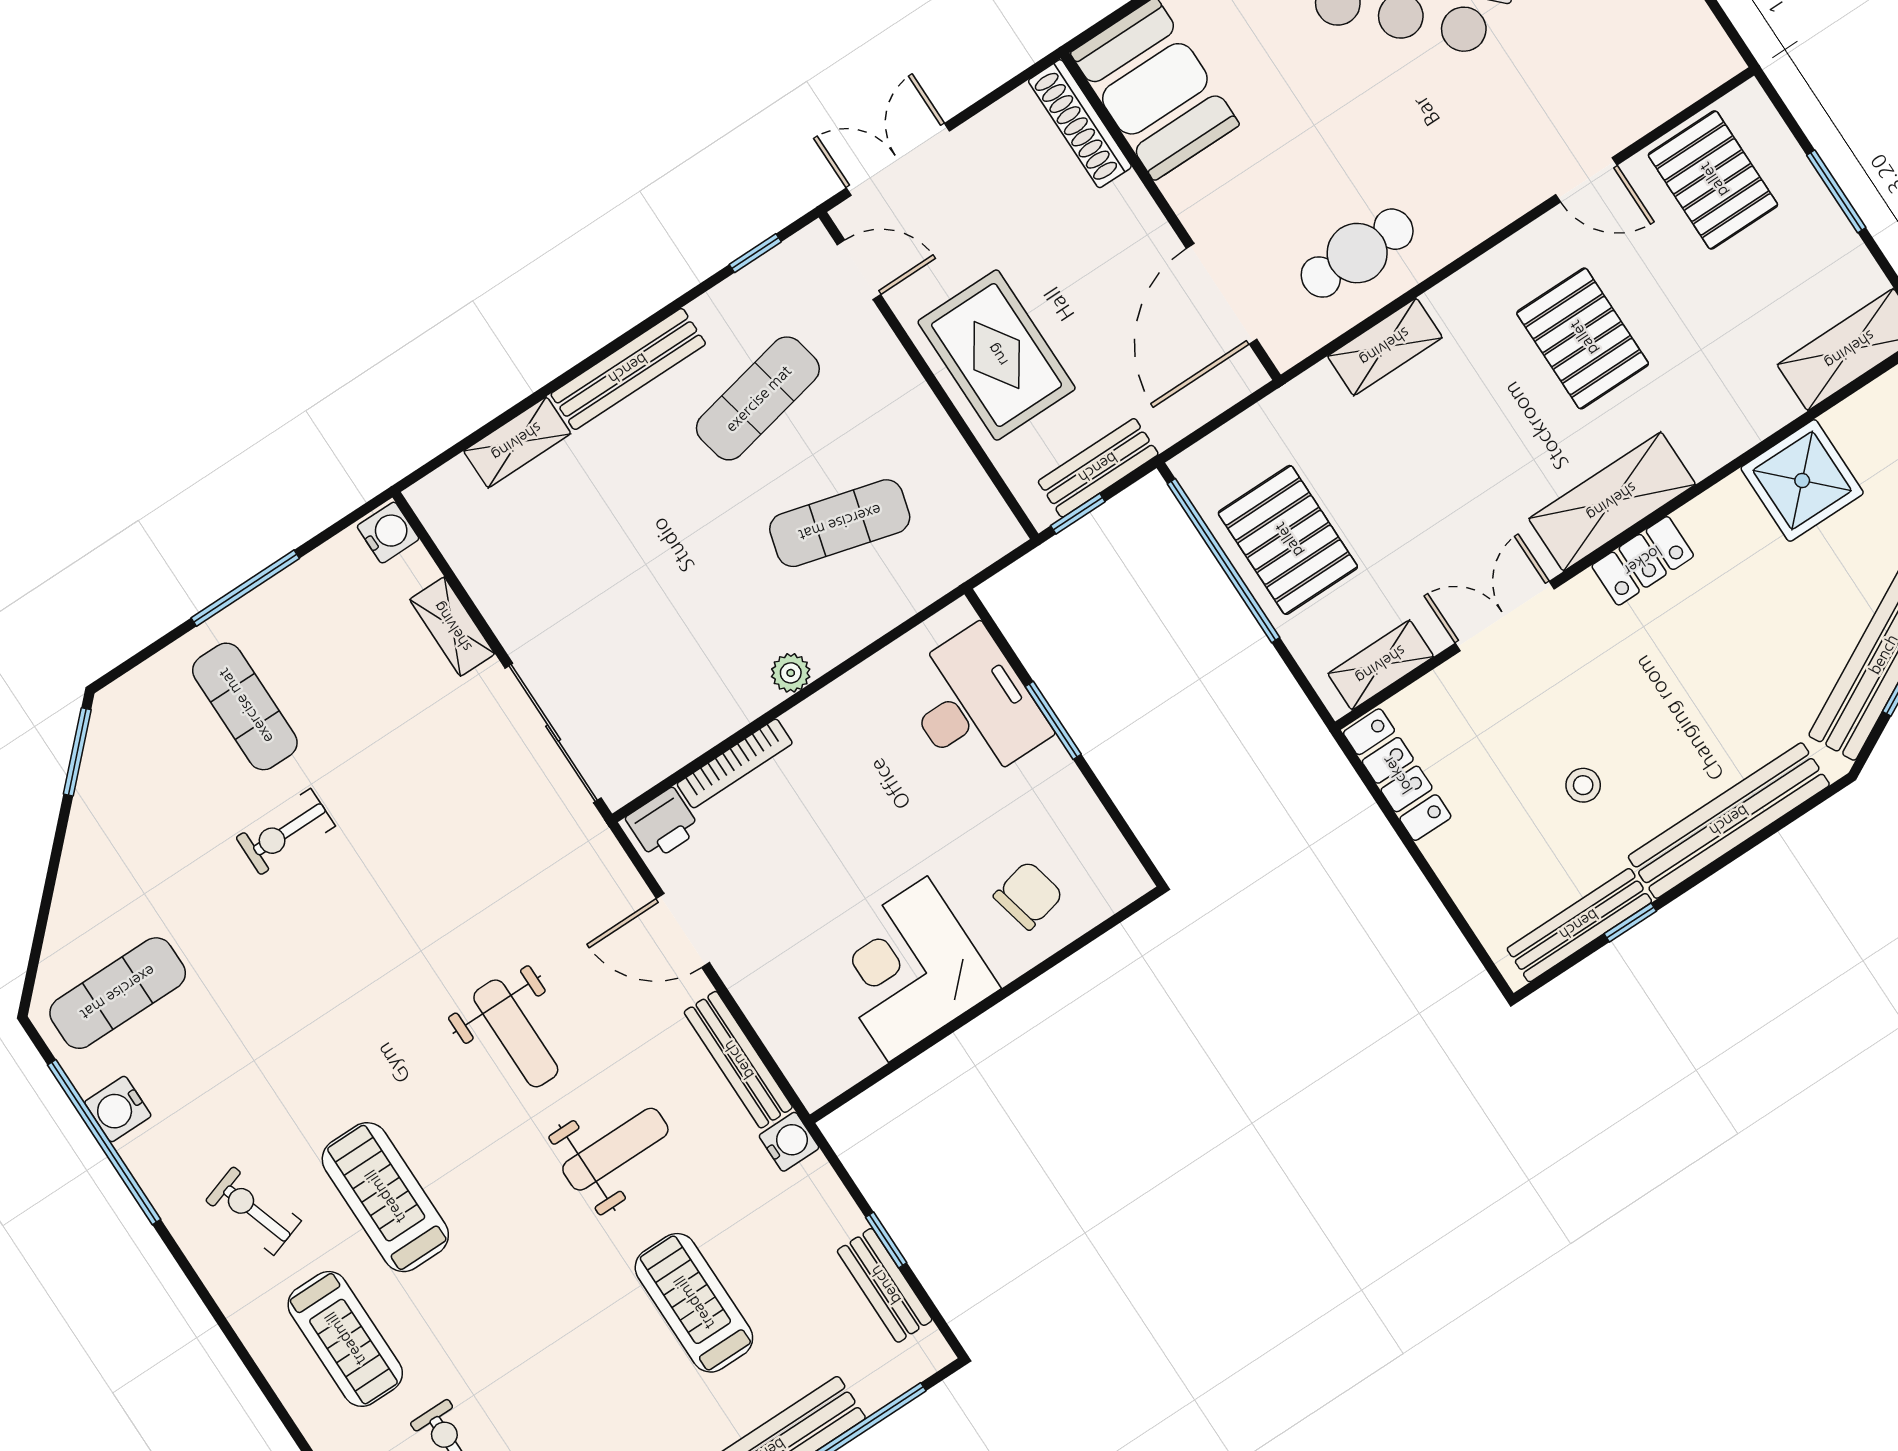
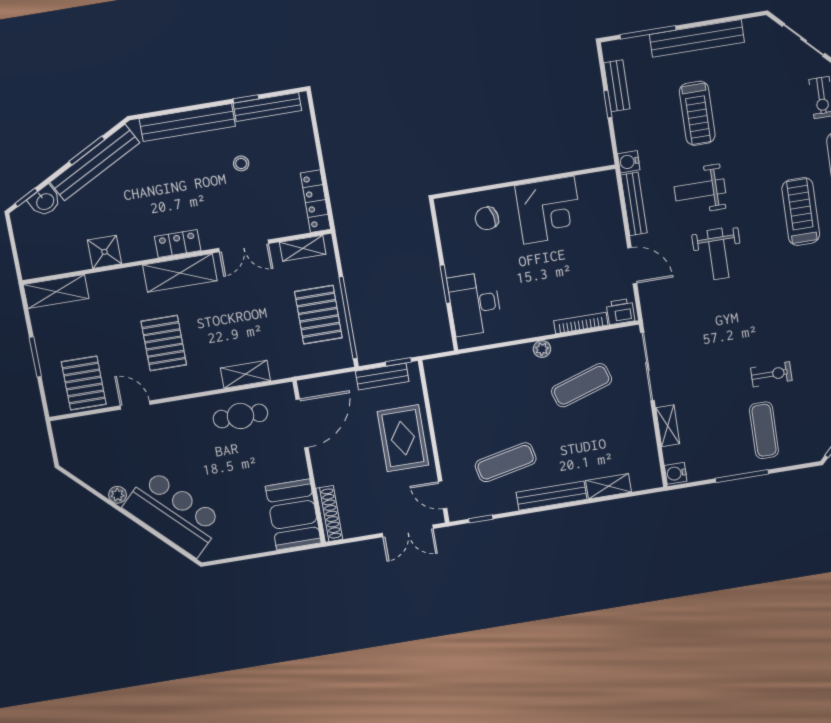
shower: (1802, 480) -> (105, 252), width x0.73, depth x0.73
exercise mat: (840, 523) -> (582, 385), moved, turned -33
weight bench: (516, 1033) -> (718, 254), turned 180
treadmill: (385, 1197) -> (801, 212), turned 180

